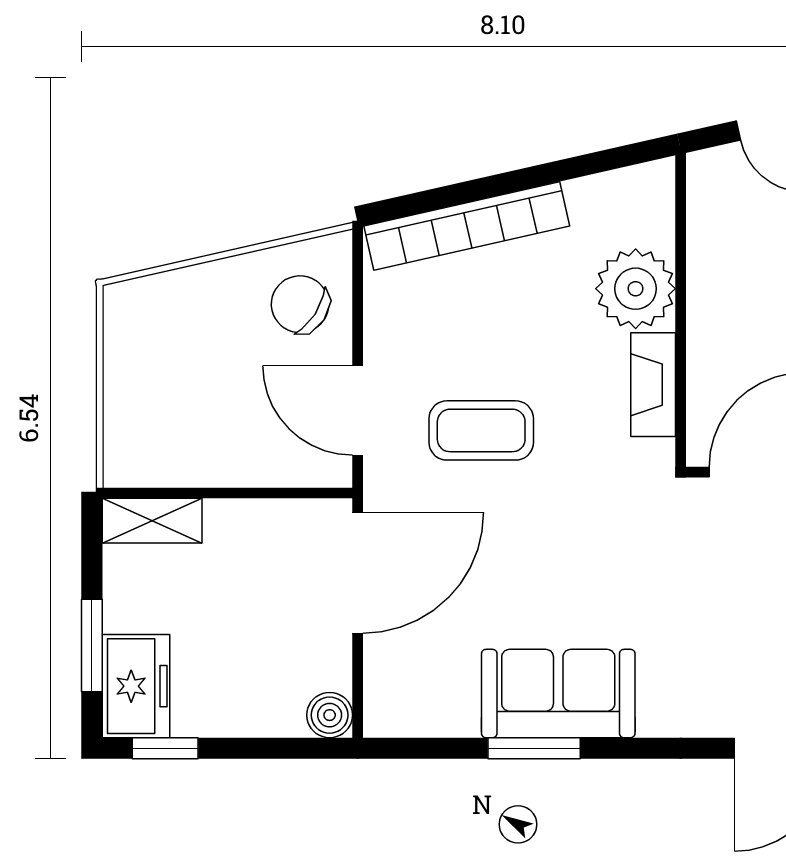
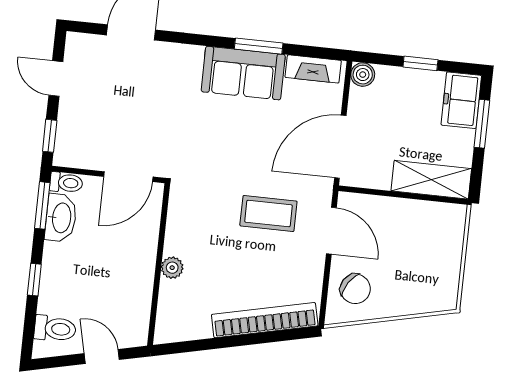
plant: (636, 289) -> (172, 268), width x0.53, depth x0.53
fireplace: (653, 385) -> (313, 69), moved, turned 90
shelving: (152, 521) -> (431, 180), width x1.50, depth x1.33
window: (165, 748) -> (420, 63), moved

